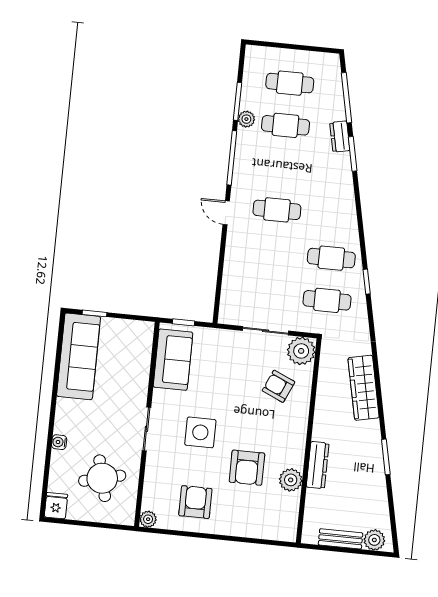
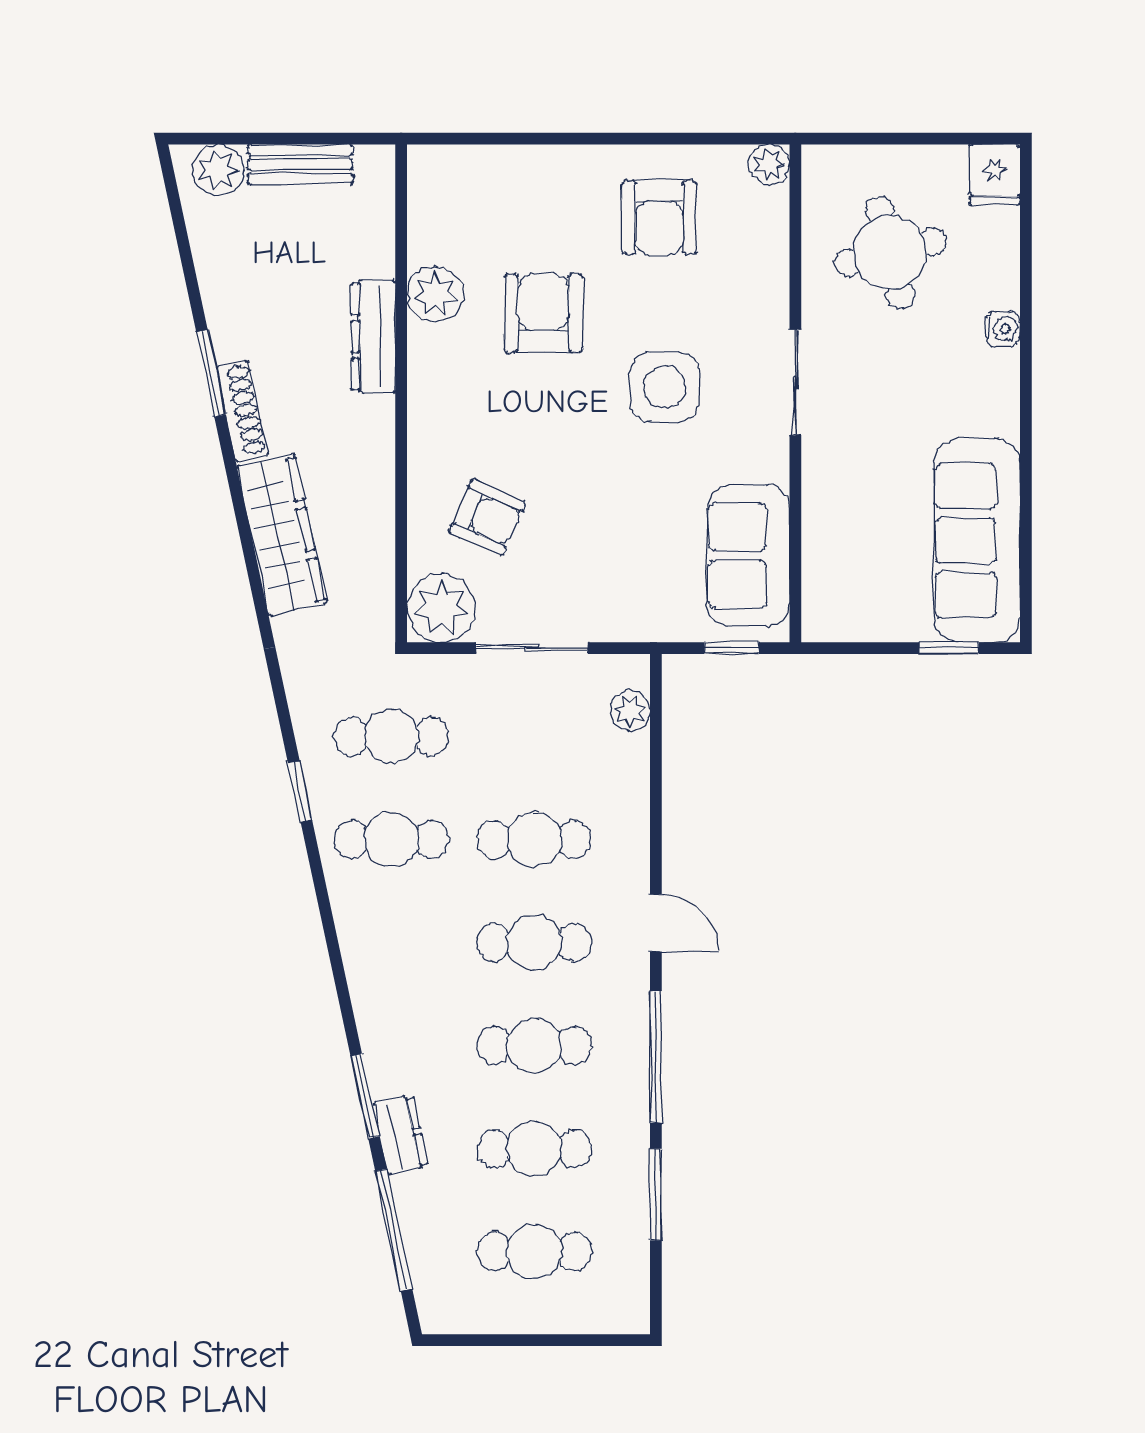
plant: (246, 119) -> (630, 711), moved
cafe table: (281, 168) -> (534, 1046), added
cafe table: (273, 252) -> (534, 840), added
shoe rack: (375, 440) -> (242, 411), added

